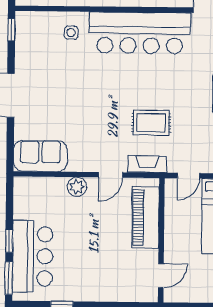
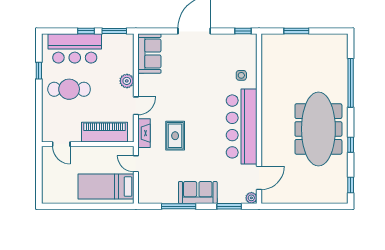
door: (111, 175) -> (136, 106), swing flipped
cafe table: (87, 264) -> (69, 89), added
window: (9, 278) -> (114, 31), moved

